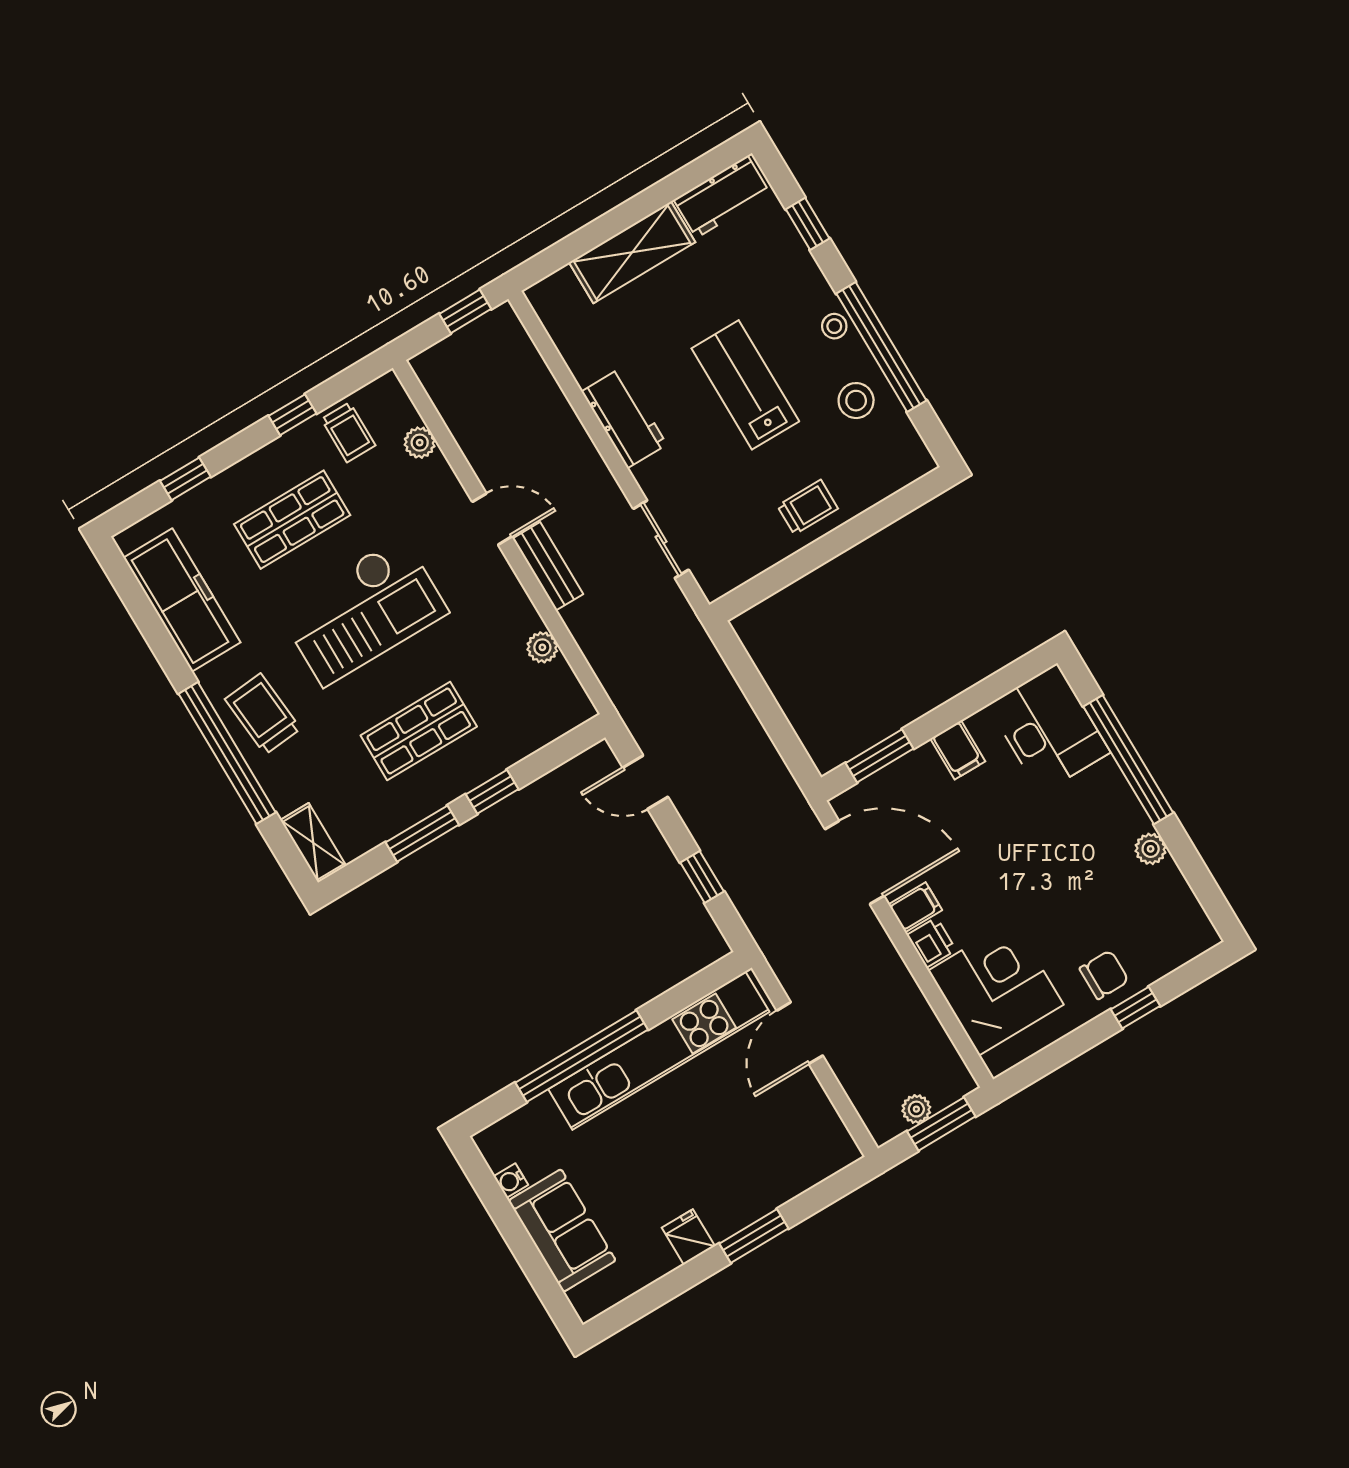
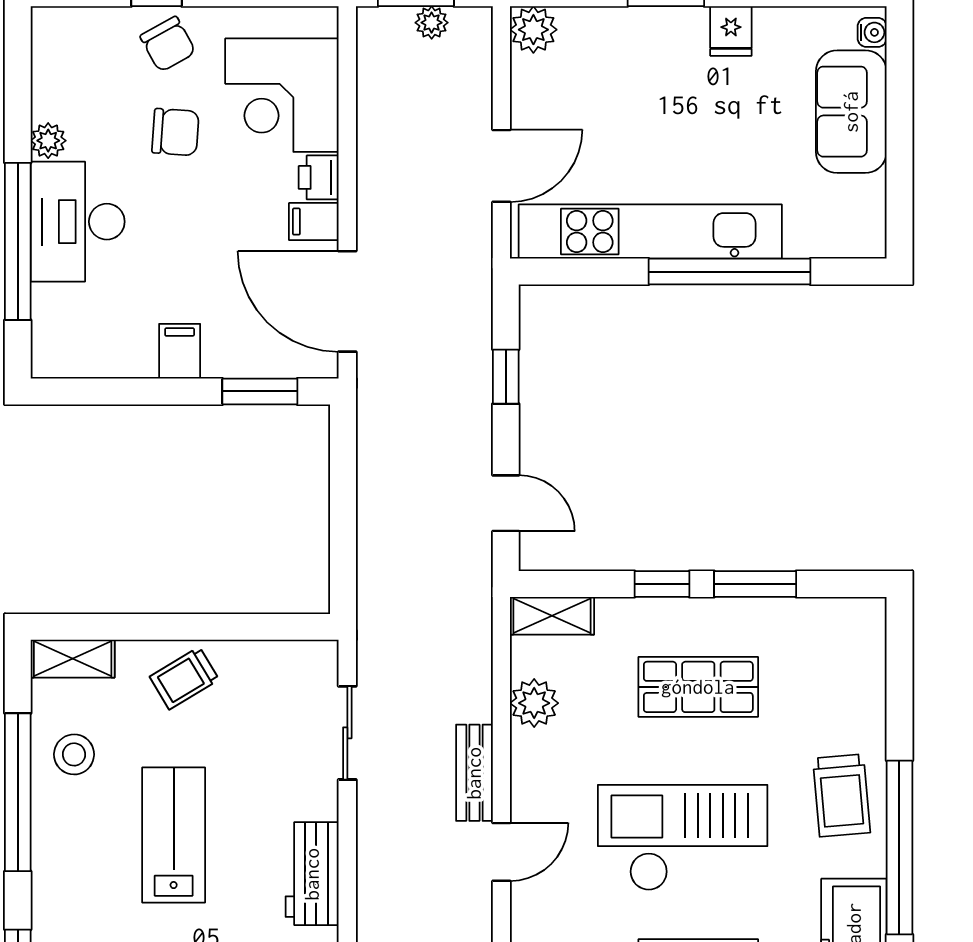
stool: (834, 326) -> (52, 840), removed
lab bench: (745, 385) -> (174, 835), turned 180
shelving: (900, 472) -> (73, 659), added
trolley: (808, 507) -> (184, 678), turned -31
door: (492, 519) -> (501, 852), swing flipped
plant: (542, 647) -> (534, 703), width x1.38, depth x1.38
desk: (1049, 729) -> (78, 222), moved
window: (227, 753) -> (899, 848), moved
shelving: (313, 843) -> (552, 616), moved, turned 90
chair: (1059, 912) -> (175, 132), added
chair: (1104, 975) -> (168, 44), turned -119
plant: (837, 1149) -> (533, 30), added
water cooler: (511, 1181) -> (872, 32), moved

